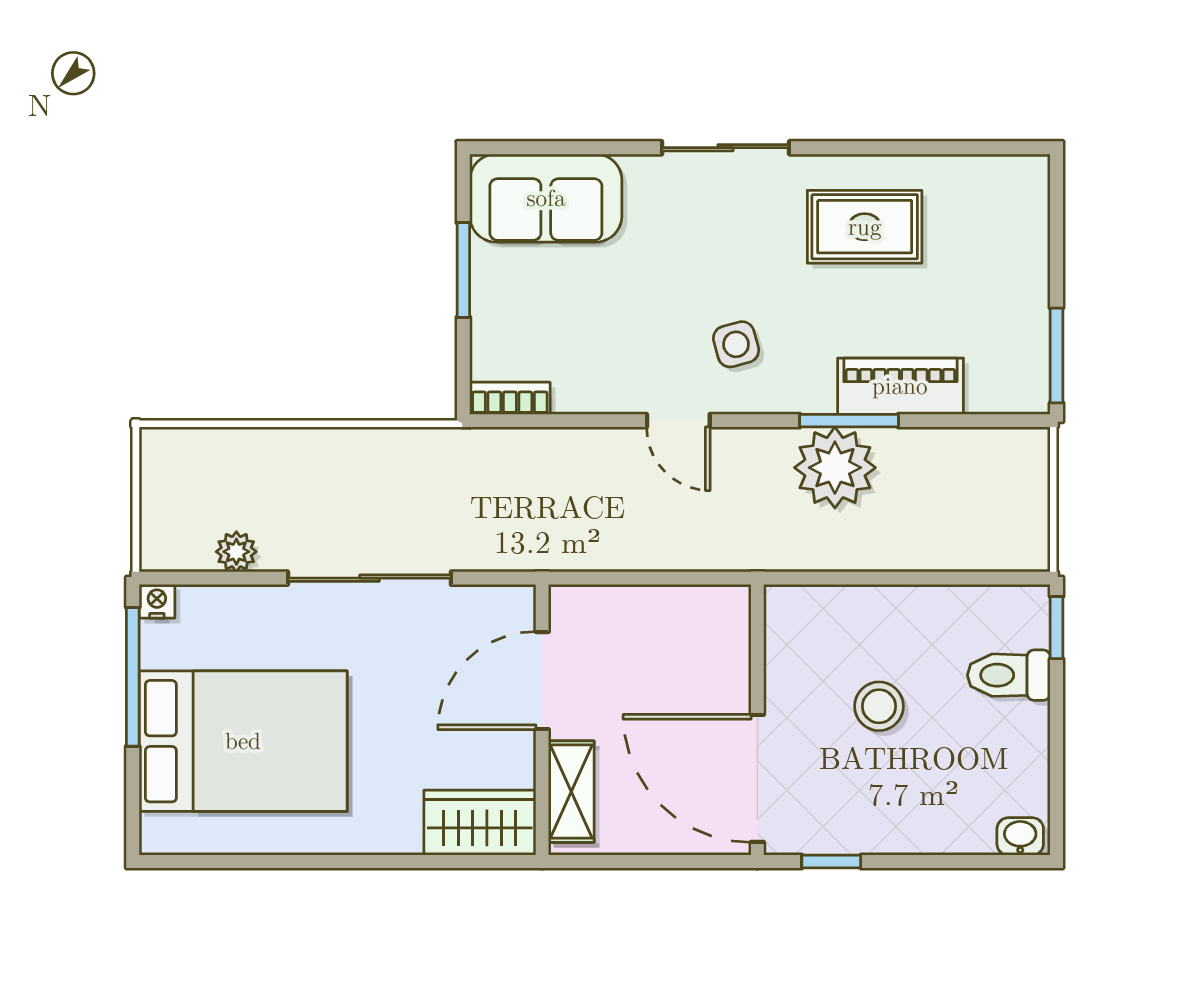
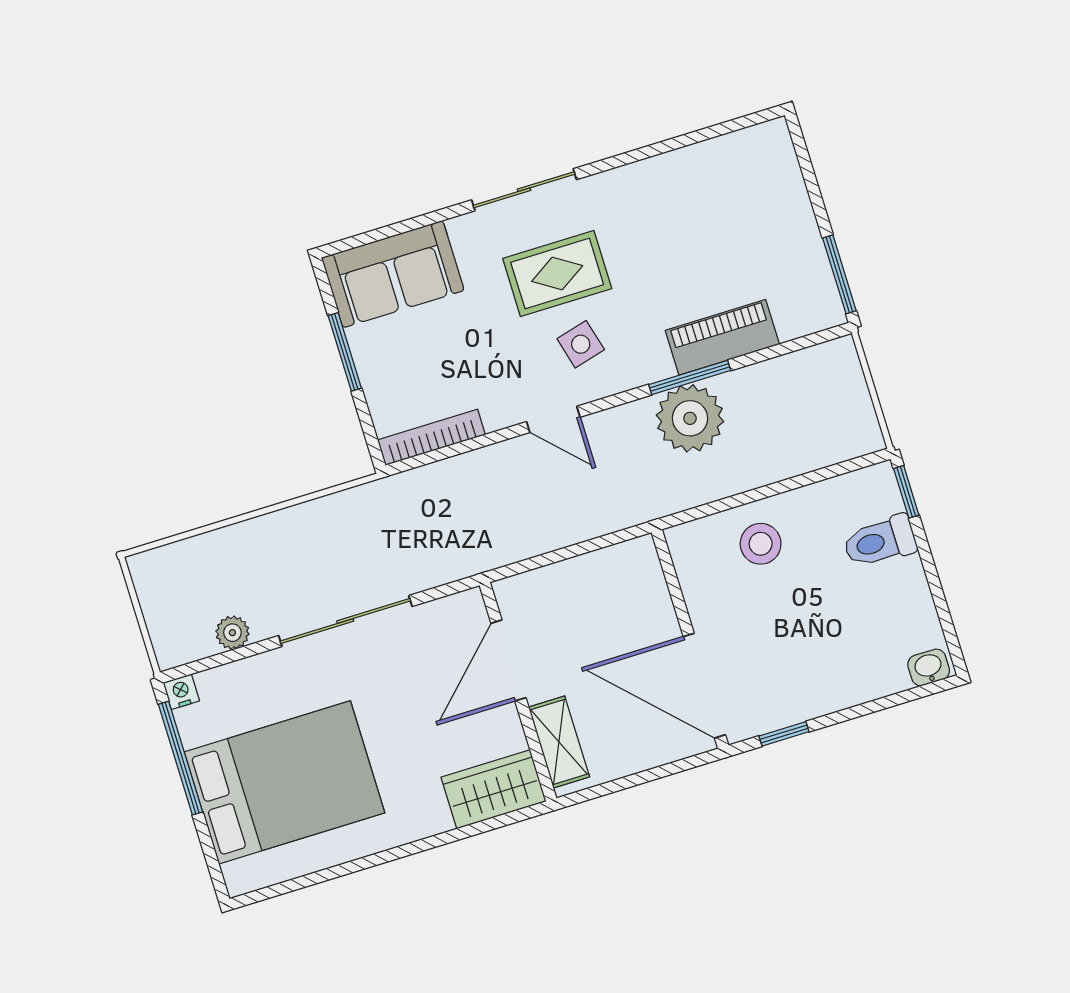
rug: (865, 227) -> (557, 274), moved
bookcase: (510, 398) -> (431, 437), width x1.56
stool: (879, 706) -> (761, 544), moved

